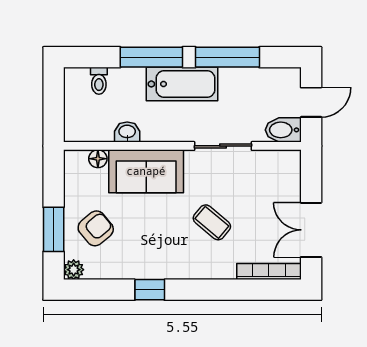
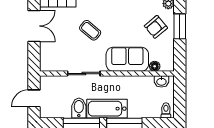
toilet: (99, 81) -> (166, 110), moved
bidet: (283, 130) -> (79, 108), moved, turned -90
washbasin: (127, 132) -> (161, 81), moved

